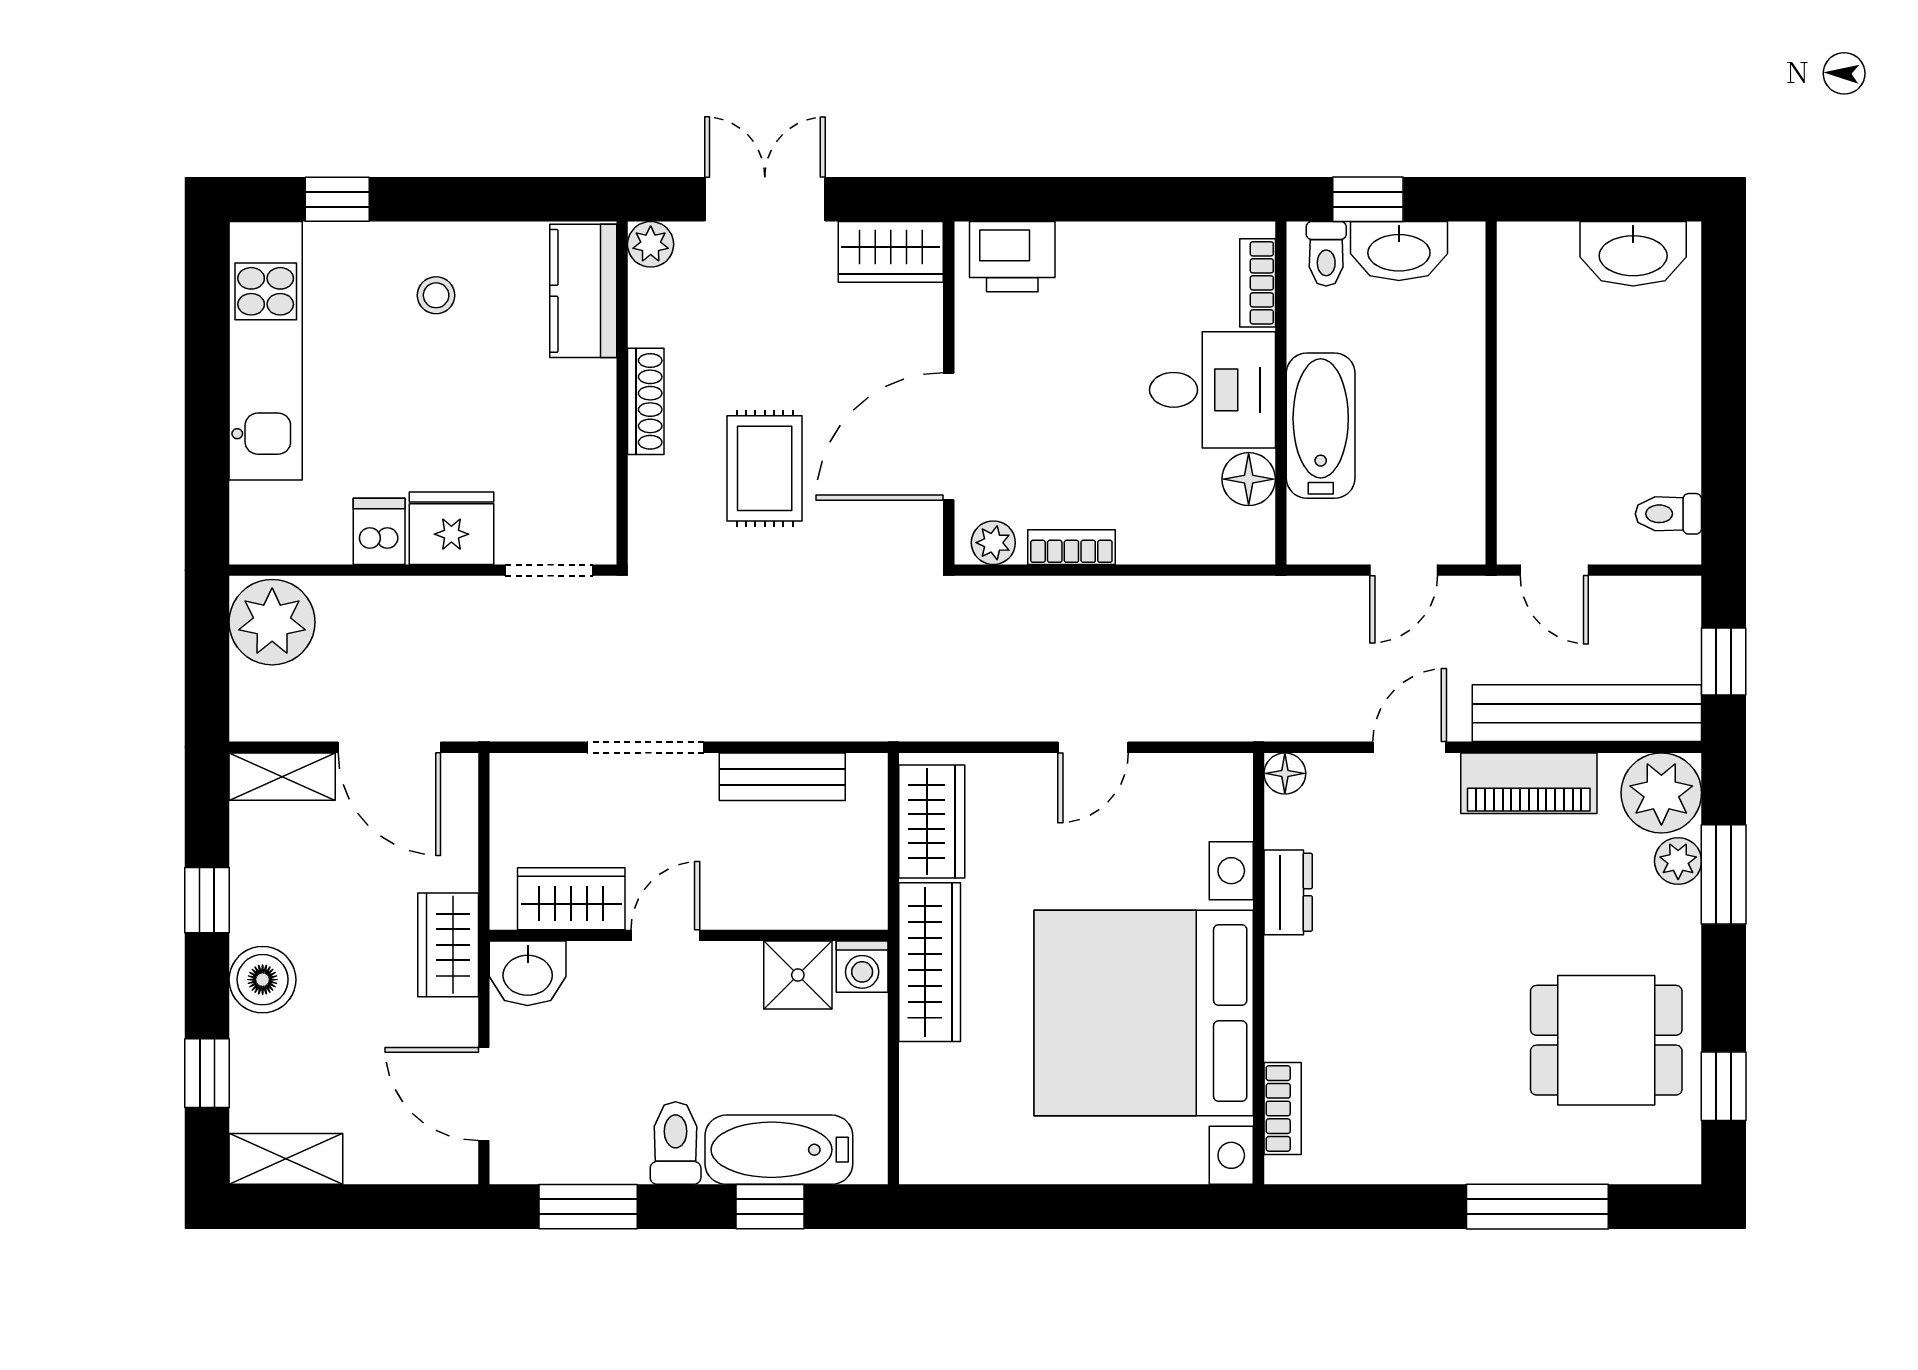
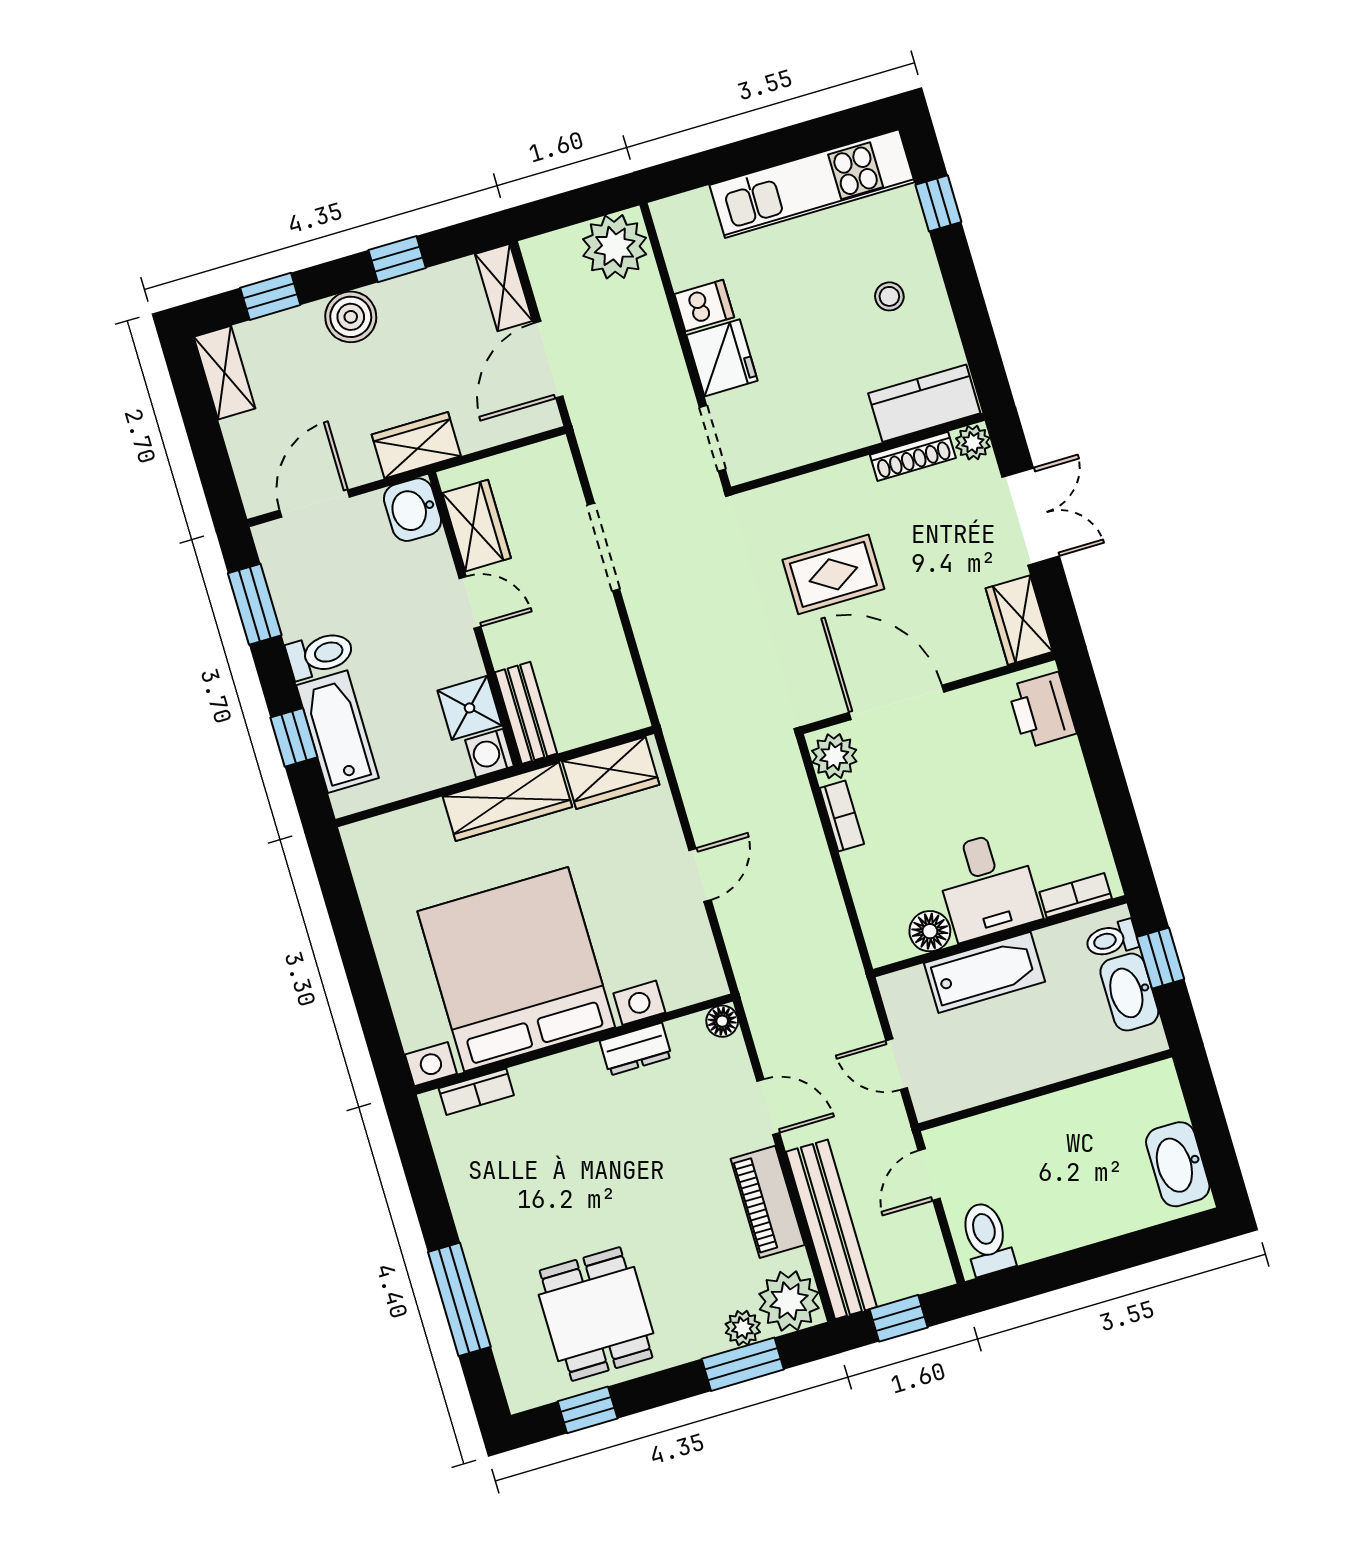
shoe rack: (646, 401) -> (913, 456), moved
toilet: (1668, 514) -> (987, 1238), width x1.37, depth x1.39
plant: (993, 543) -> (834, 756), width x1.38, depth x1.38
door: (1093, 747) -> (700, 875), swing flipped
bench: (782, 777) -> (526, 713), moved

